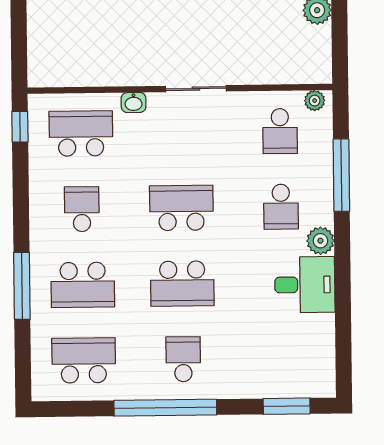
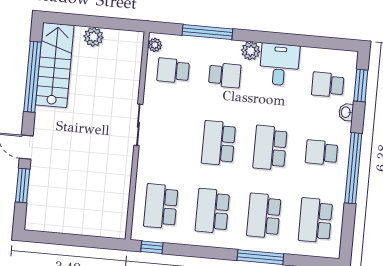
washbasin: (134, 102) -> (346, 112), moved, turned 180
school desk: (280, 131) -> (173, 71), turned 180
school desk: (82, 209) -> (212, 211), width x1.85
school desk: (182, 284) -> (270, 148), turned 180
school desk: (83, 285) -> (264, 216), turned 180
school desk: (283, 358) -> (328, 85), added

